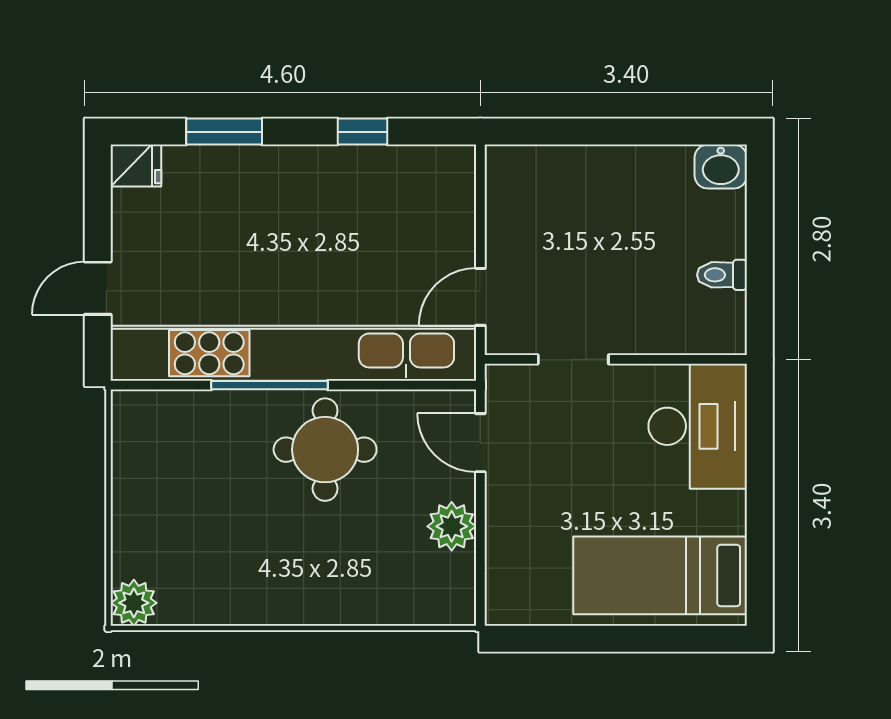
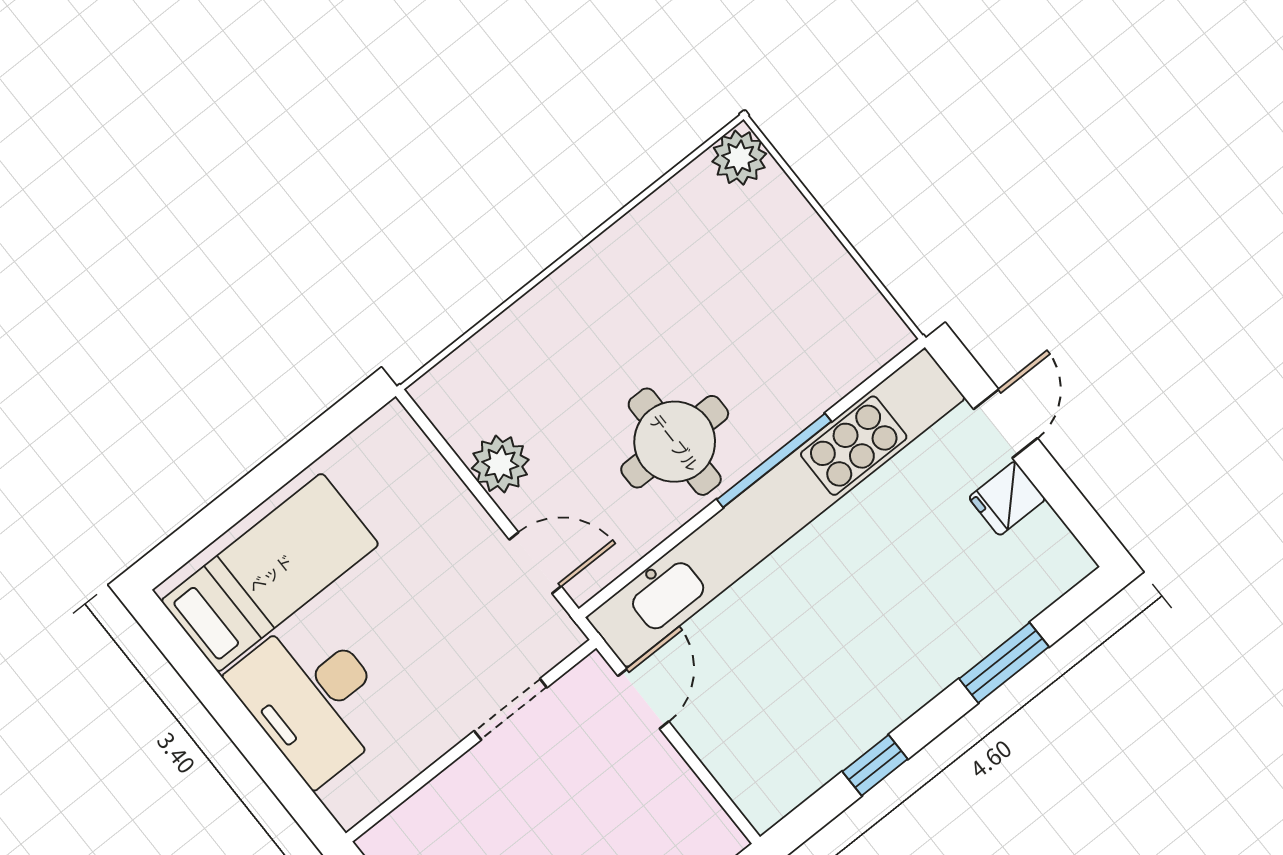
fridge: (136, 166) -> (1007, 498), moved
desk: (698, 426) -> (313, 698), moved

